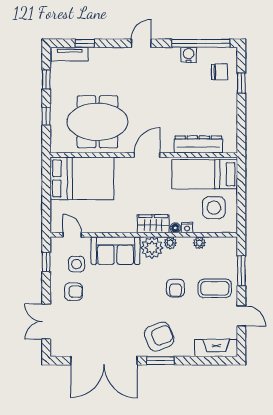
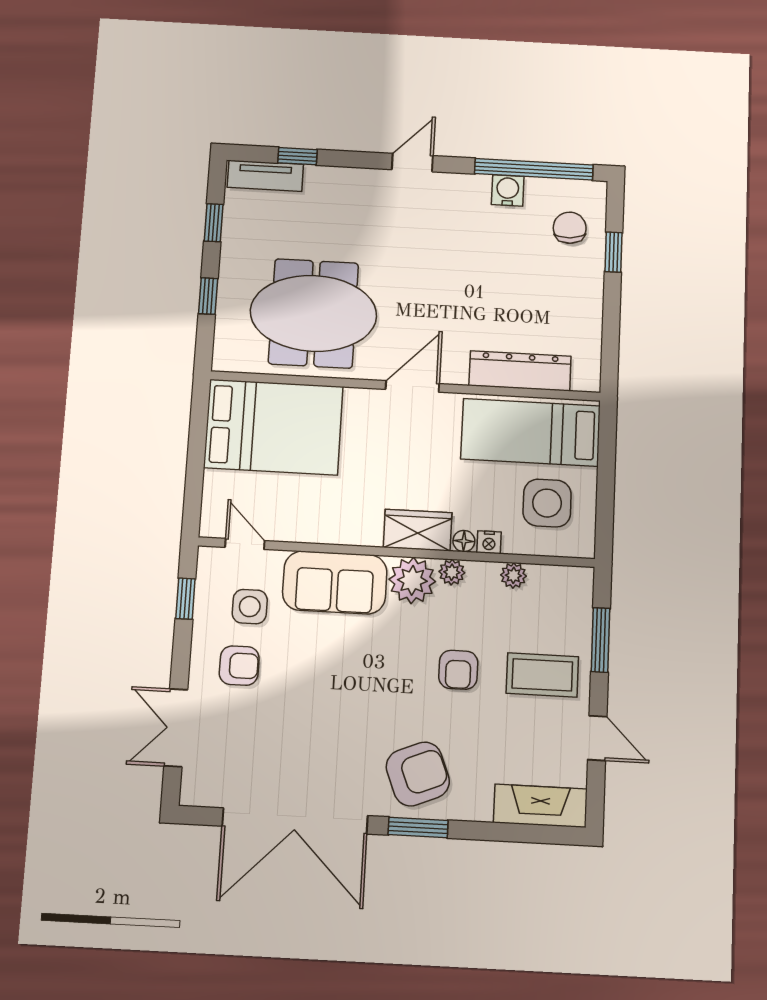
chair: (220, 72) -> (570, 228), turned -94

